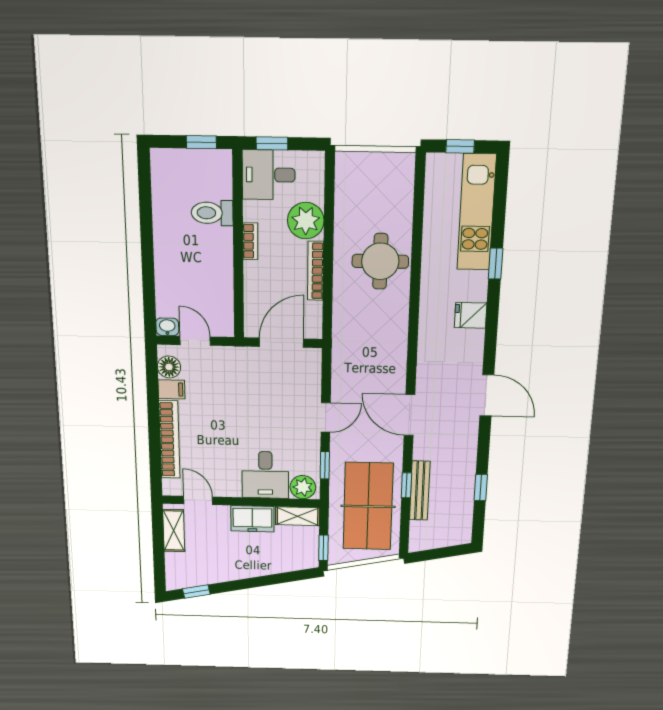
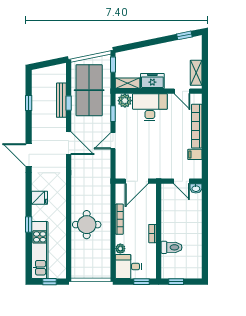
desk: (269, 175) -> (128, 266), moved, turned 180
plant: (306, 221) -> (120, 249), width x0.53, depth x0.53
floor lamp: (169, 367) -> (196, 167), removed
desk: (265, 475) -> (150, 107), width x1.37

